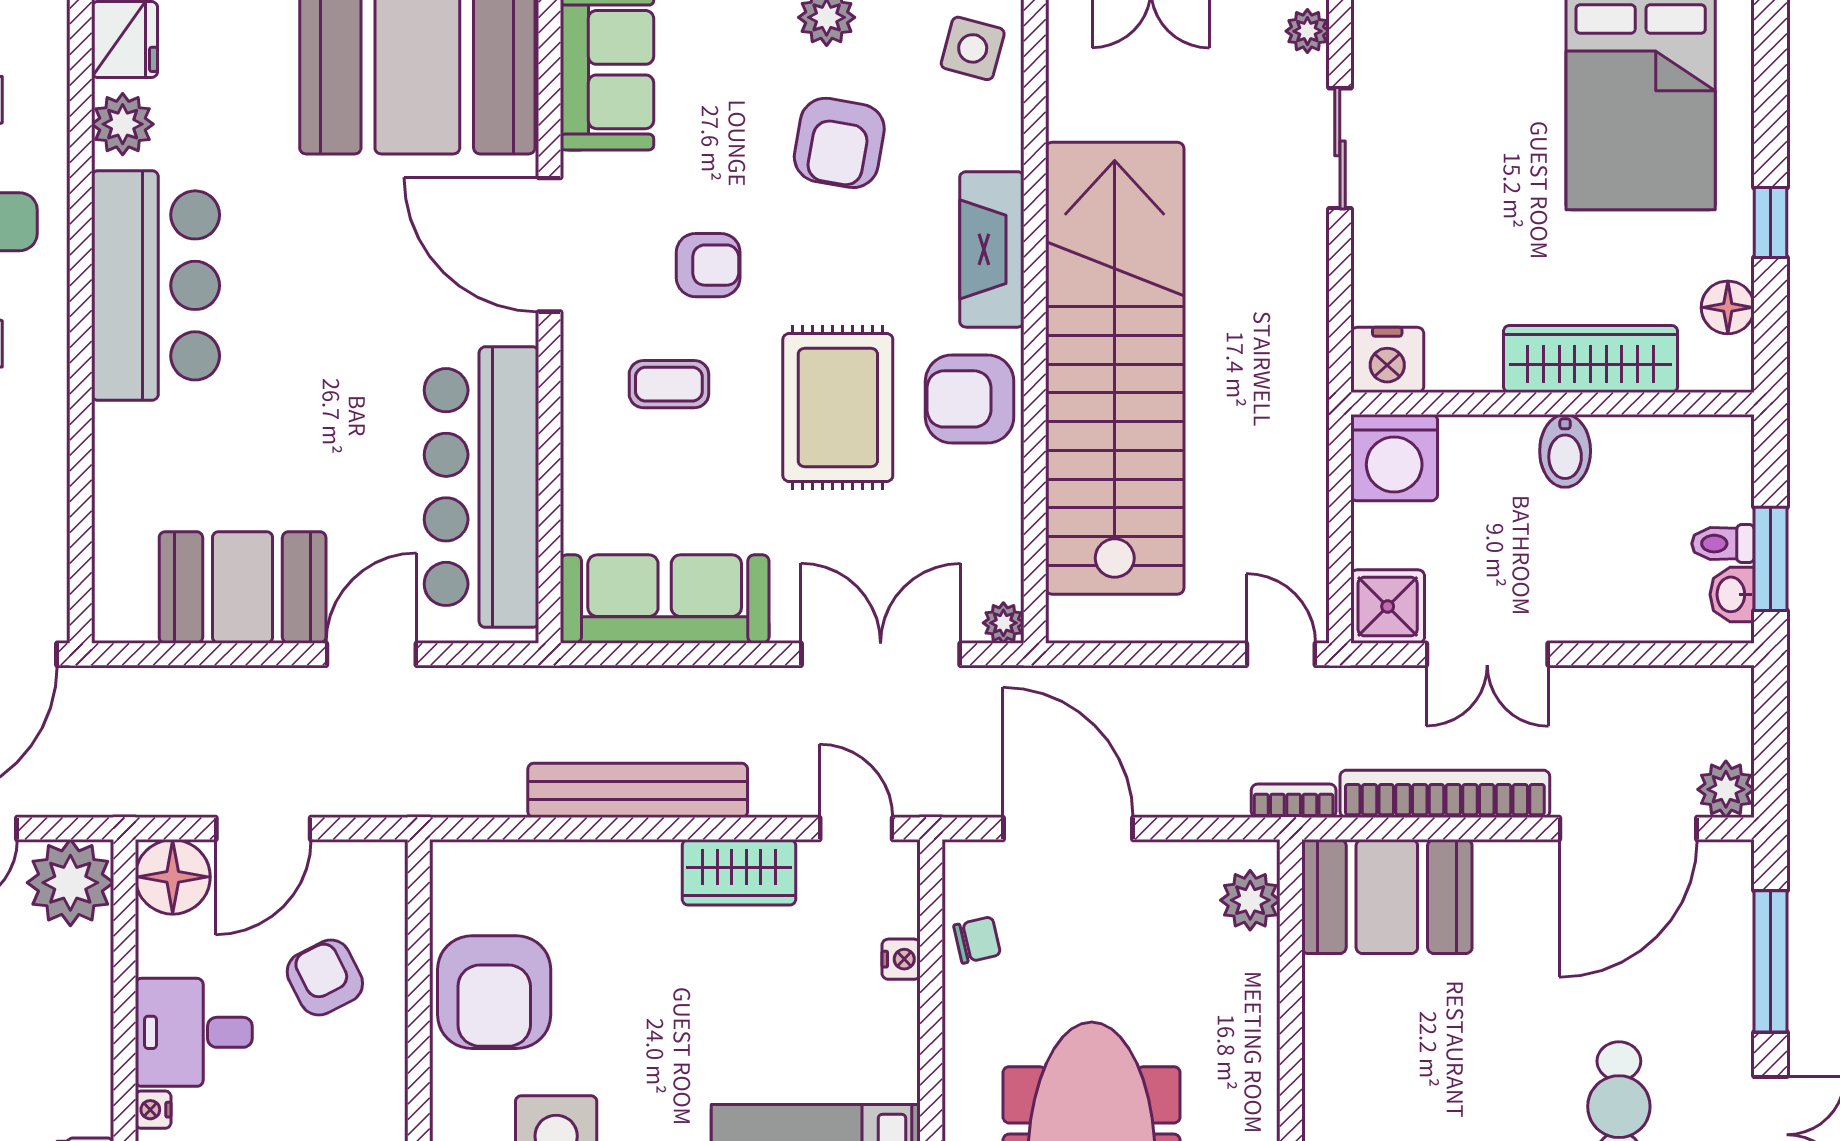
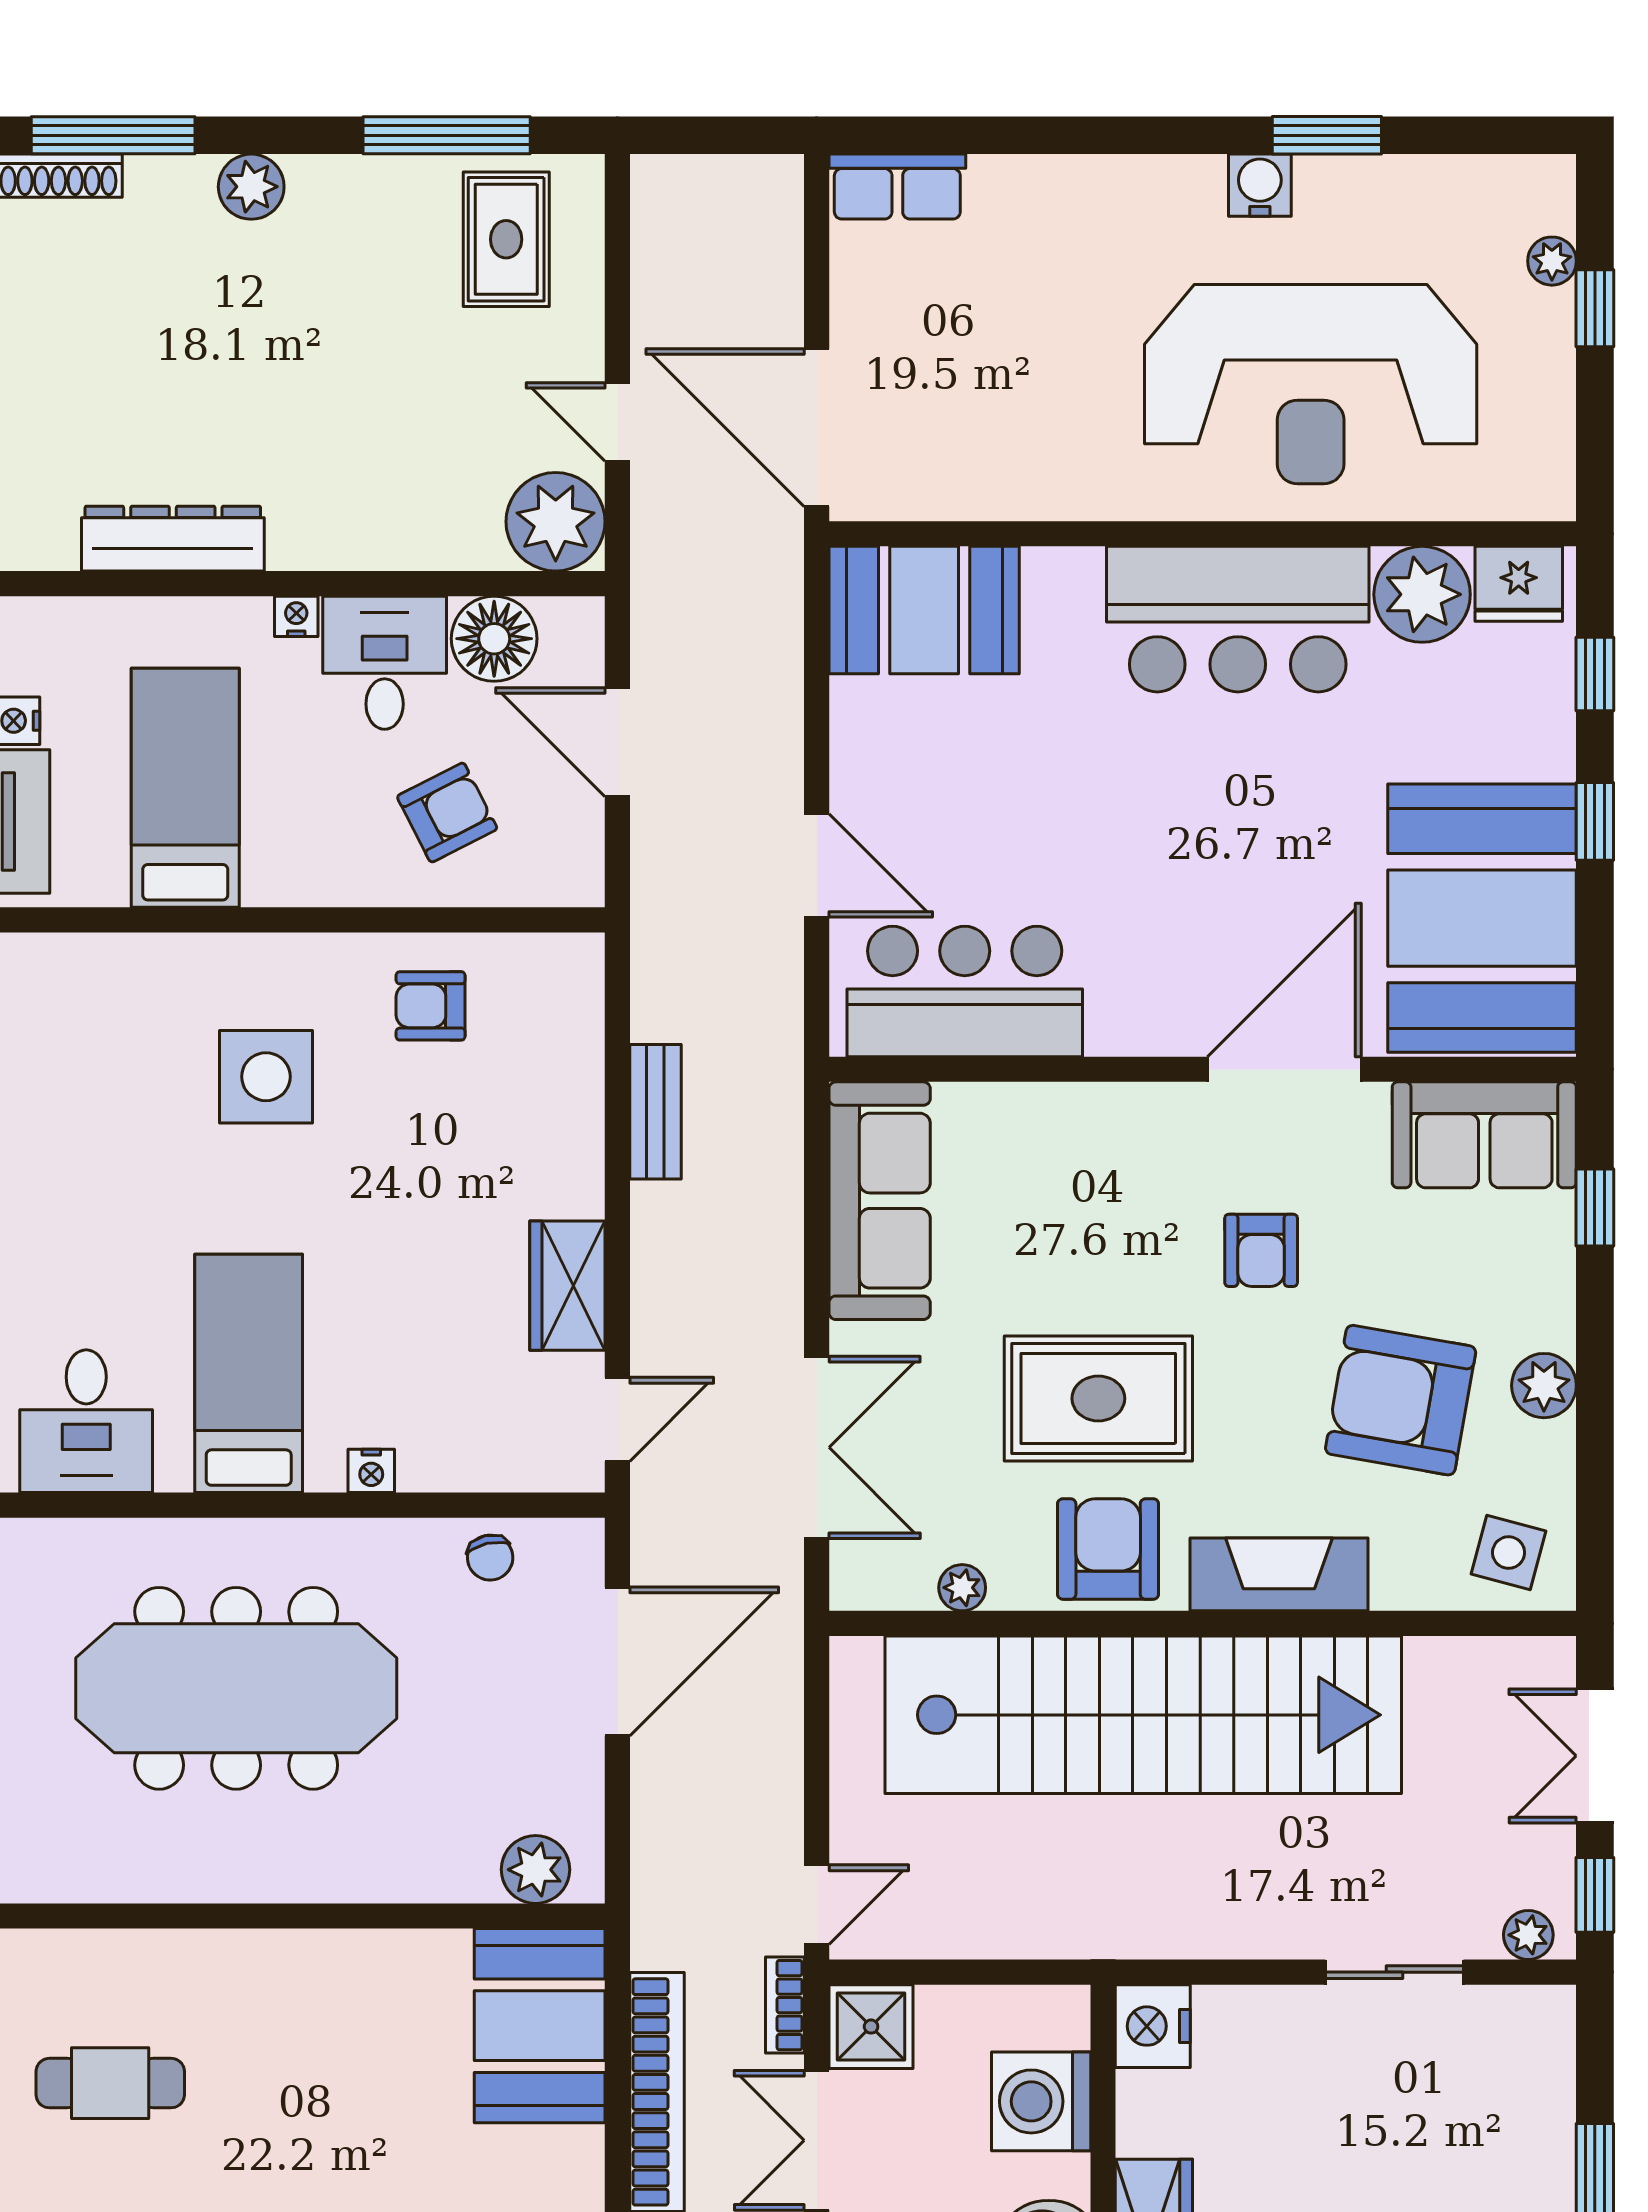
plant: (123, 124) -> (1422, 594), width x1.36, depth x1.36
armchair: (839, 143) -> (1401, 1400), width x1.36, depth x1.36
coffee table: (669, 384) -> (1125, 1206), removed
washing machine: (1394, 458) -> (1041, 2101), moved
bar counter: (481, 487) -> (965, 991), width x0.73
booth: (243, 587) -> (924, 610), moved, turned 90
plant: (1003, 623) -> (962, 1588), moved
bench: (638, 790) -> (655, 1112), width x0.54, depth x0.82
bookcase: (1294, 801) -> (785, 2005), moved, turned 180
floor lamp: (173, 877) -> (494, 639), moved
nightstand: (901, 959) -> (371, 1471), moved
armchair: (494, 992) -> (431, 1006), width x0.53, depth x0.53

